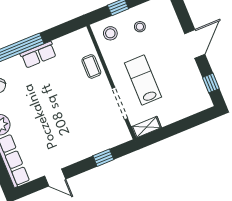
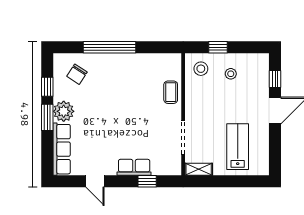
row of seats: (38, 55) -> (134, 167), moved, turned 180
lab bench: (143, 80) -> (238, 147), moved
window: (211, 83) -> (275, 79), moved

